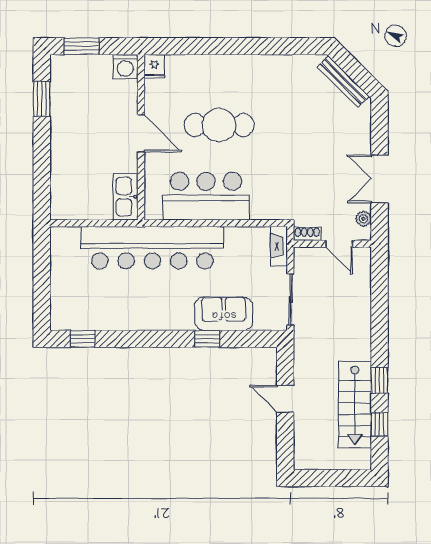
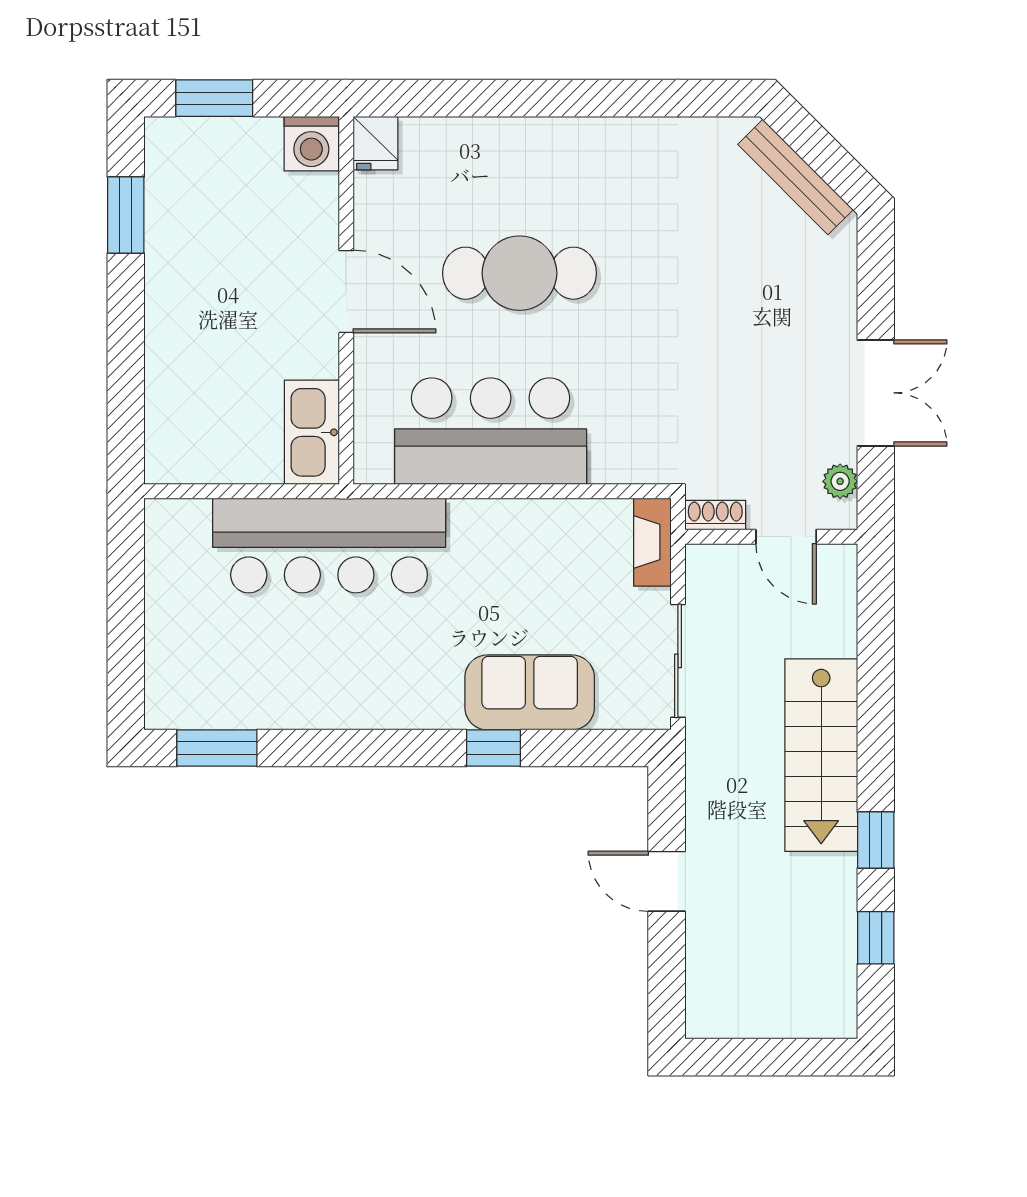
double door: (379, 179) -> (876, 393), swing flipped
bar counter: (152, 248) -> (329, 546), width x0.73
window: (83, 339) -> (217, 748), width x1.50
stairs: (355, 405) -> (821, 755), moved

